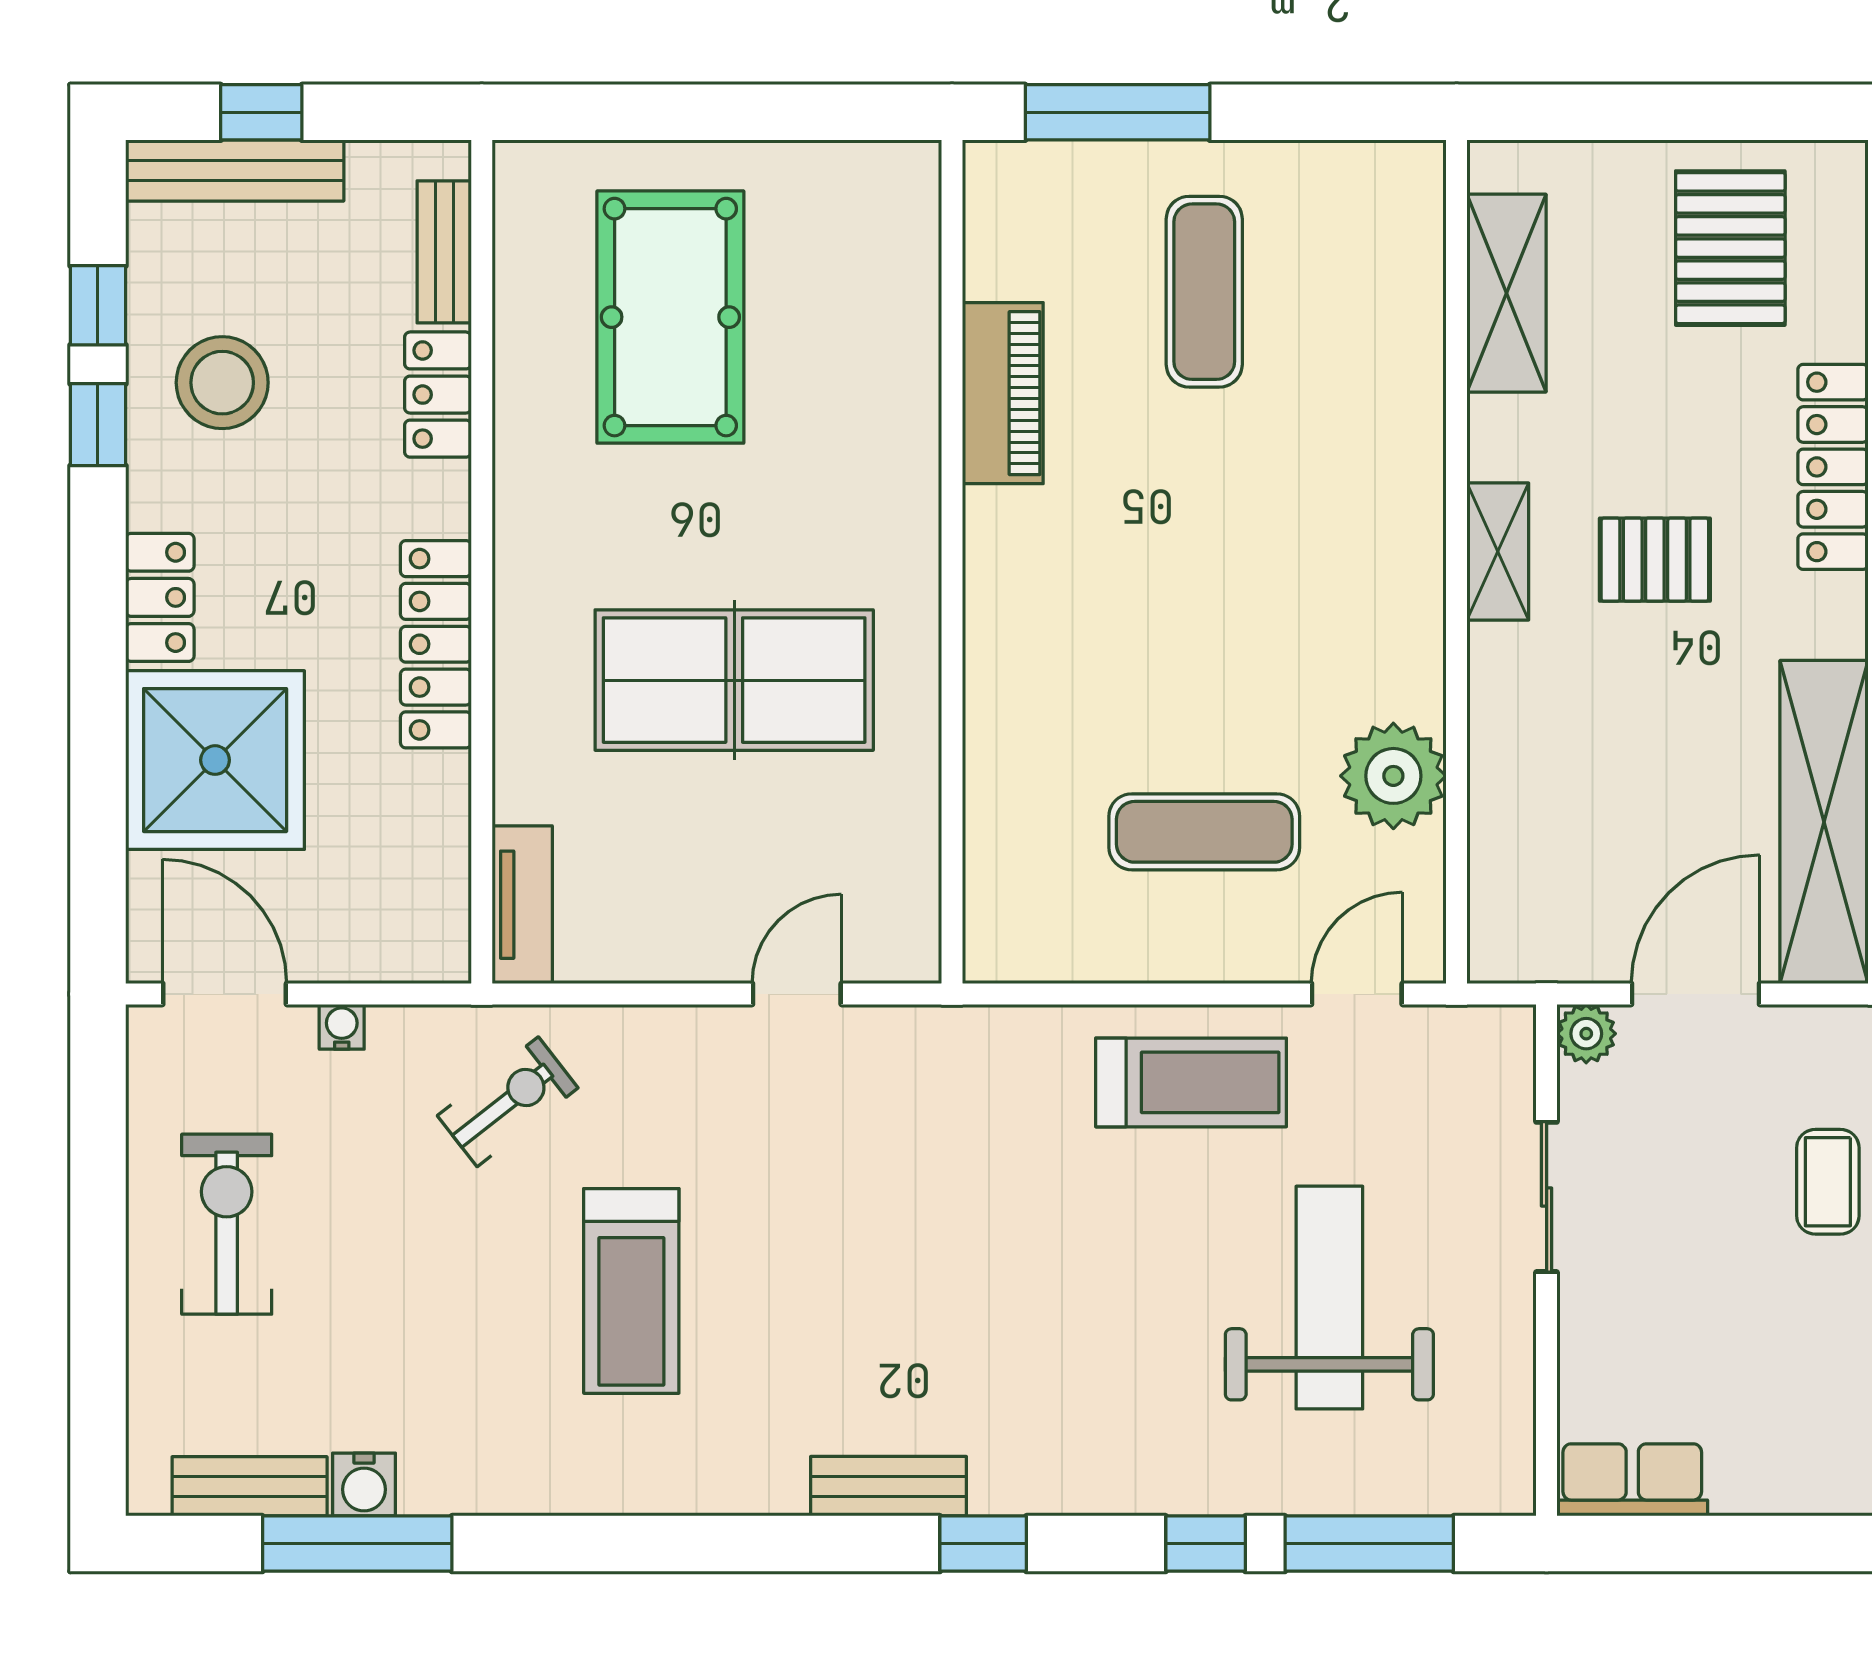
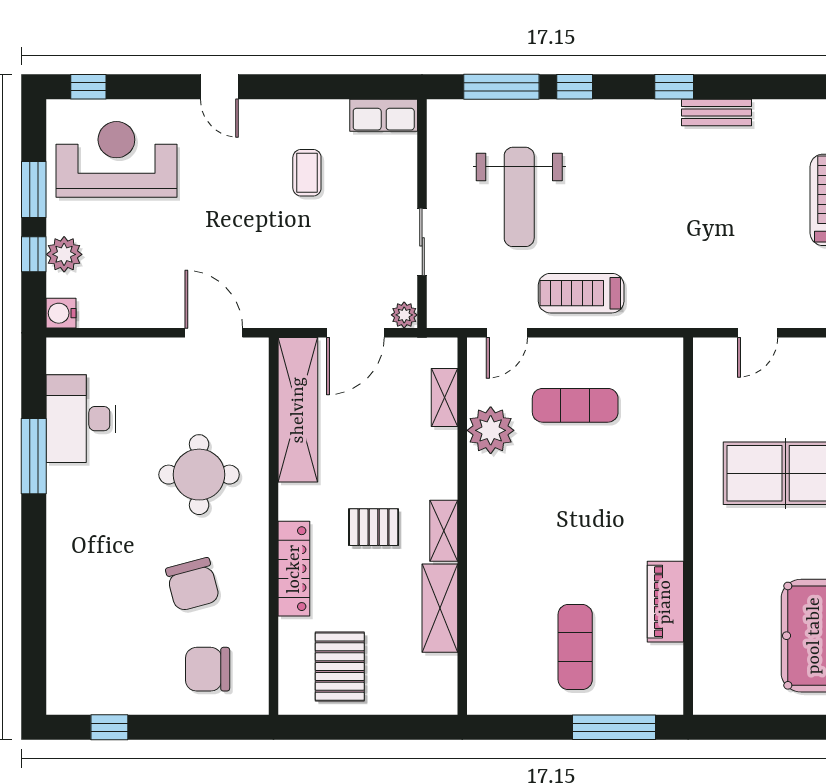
shelving: (1507, 293) -> (440, 608), moved
shelving: (1496, 849) -> (444, 398), added
coffee table: (1828, 1182) -> (307, 173), moved

